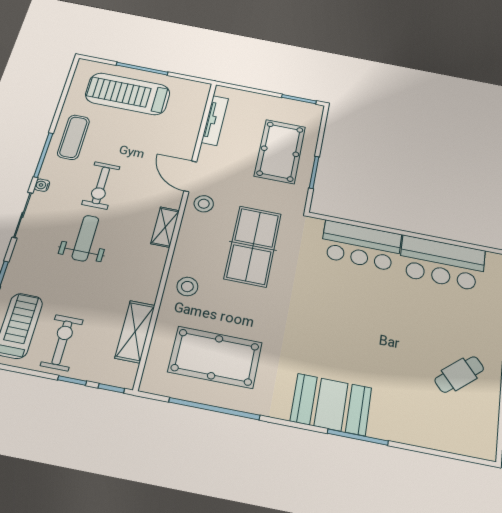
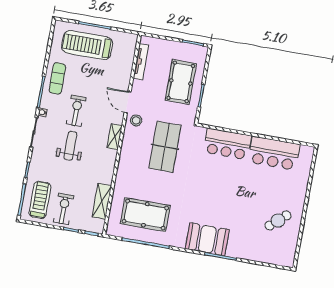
exercise bike: (101, 185) -> (76, 111), turned 180
stool: (187, 287) -> (129, 174), removed

